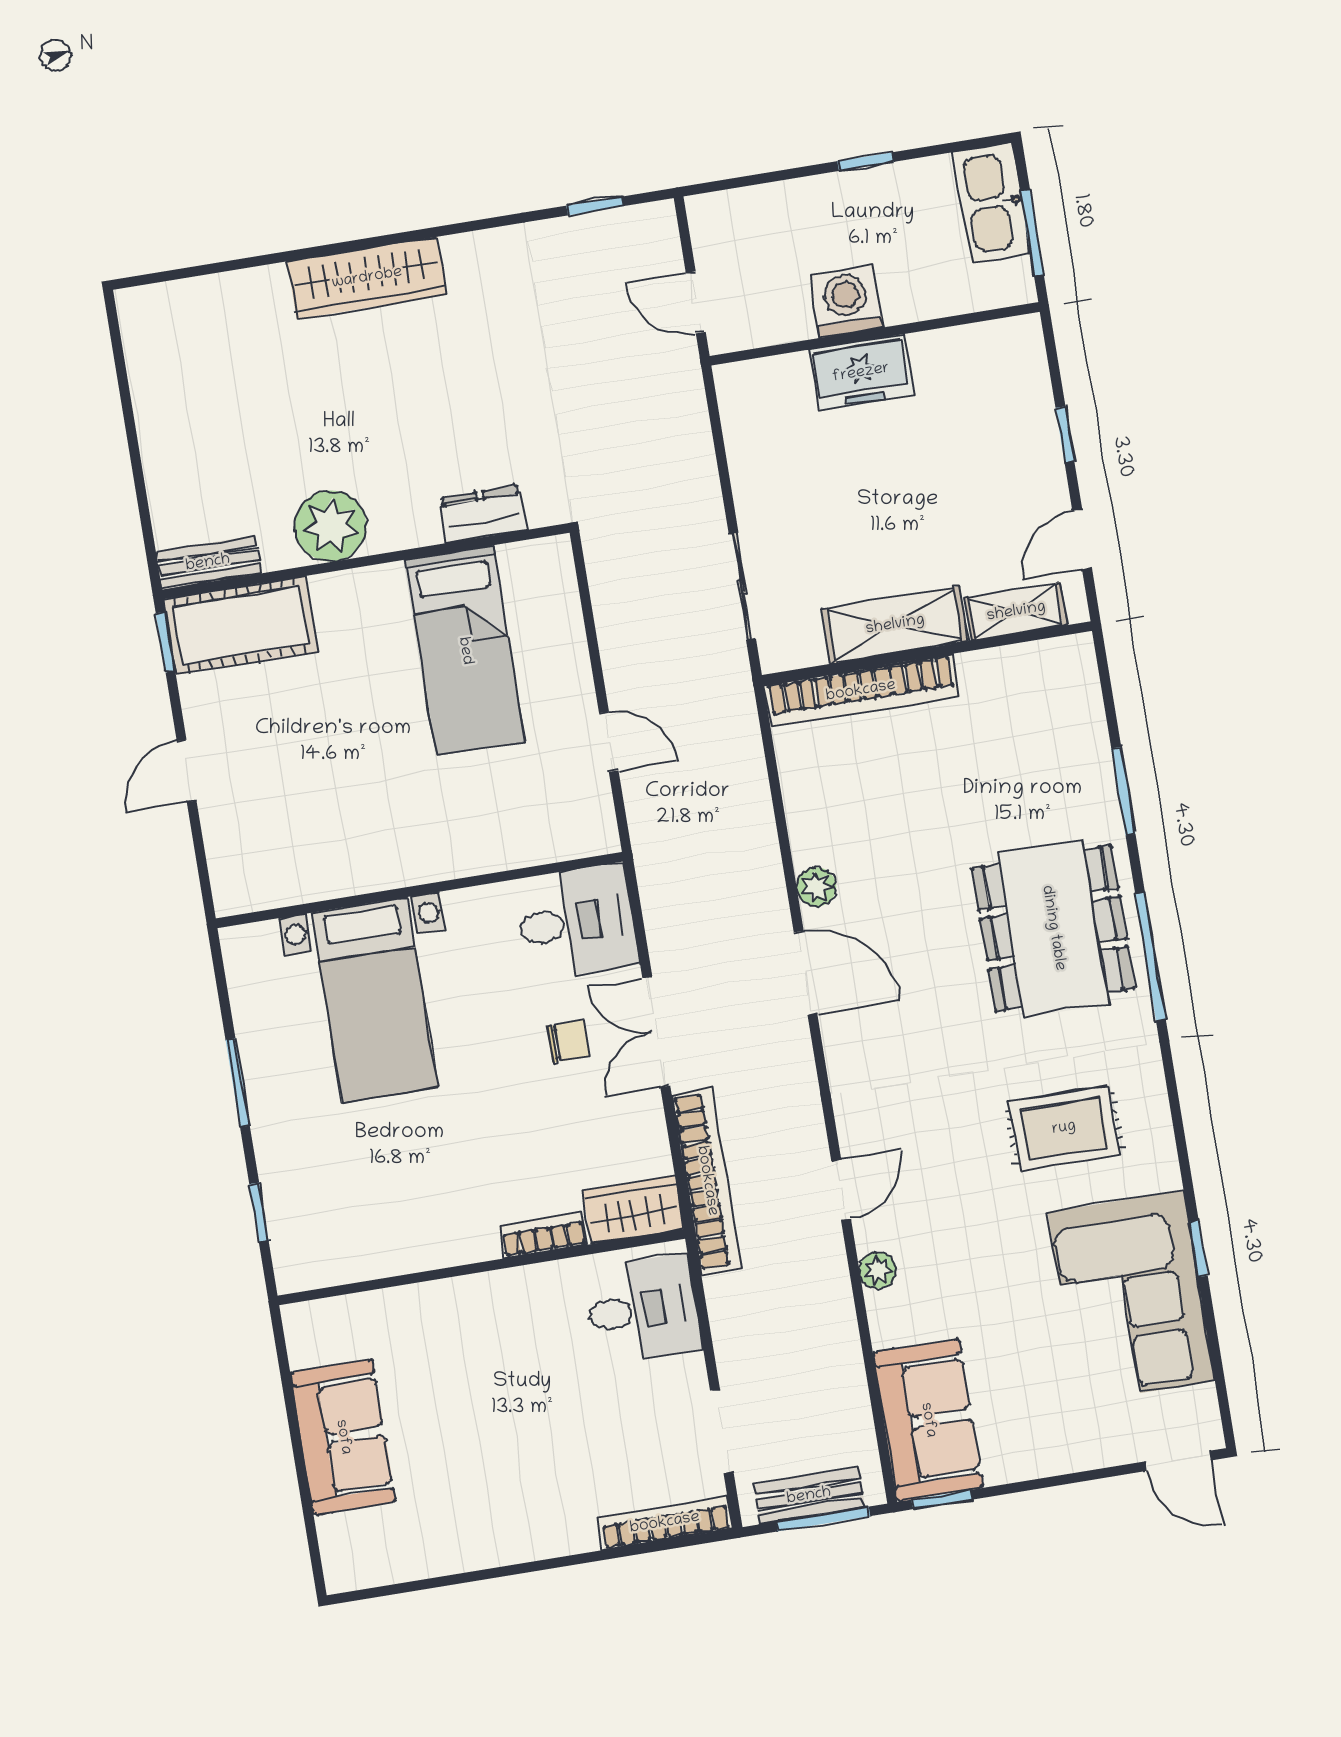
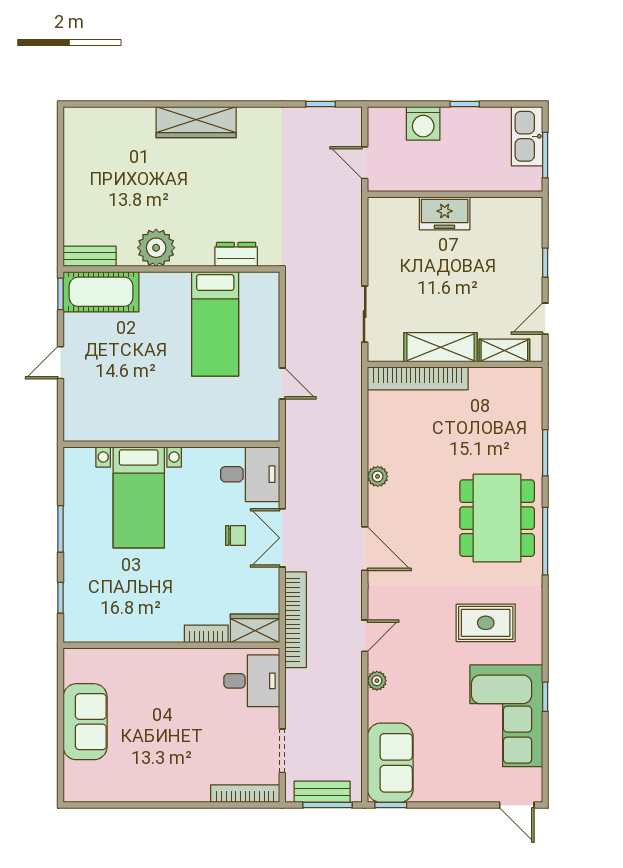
washing machine: (846, 301) -> (423, 123), moved, turned 180
door: (806, 973) -> (365, 549), moved

